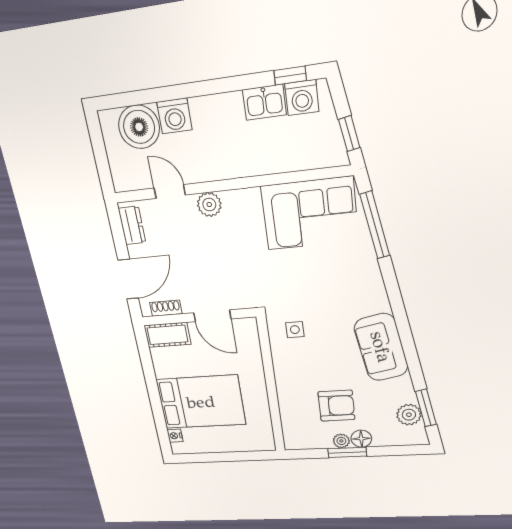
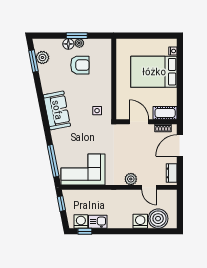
sofa: (381, 347) -> (57, 110), moved
armchair: (336, 406) -> (80, 65), turned 180

